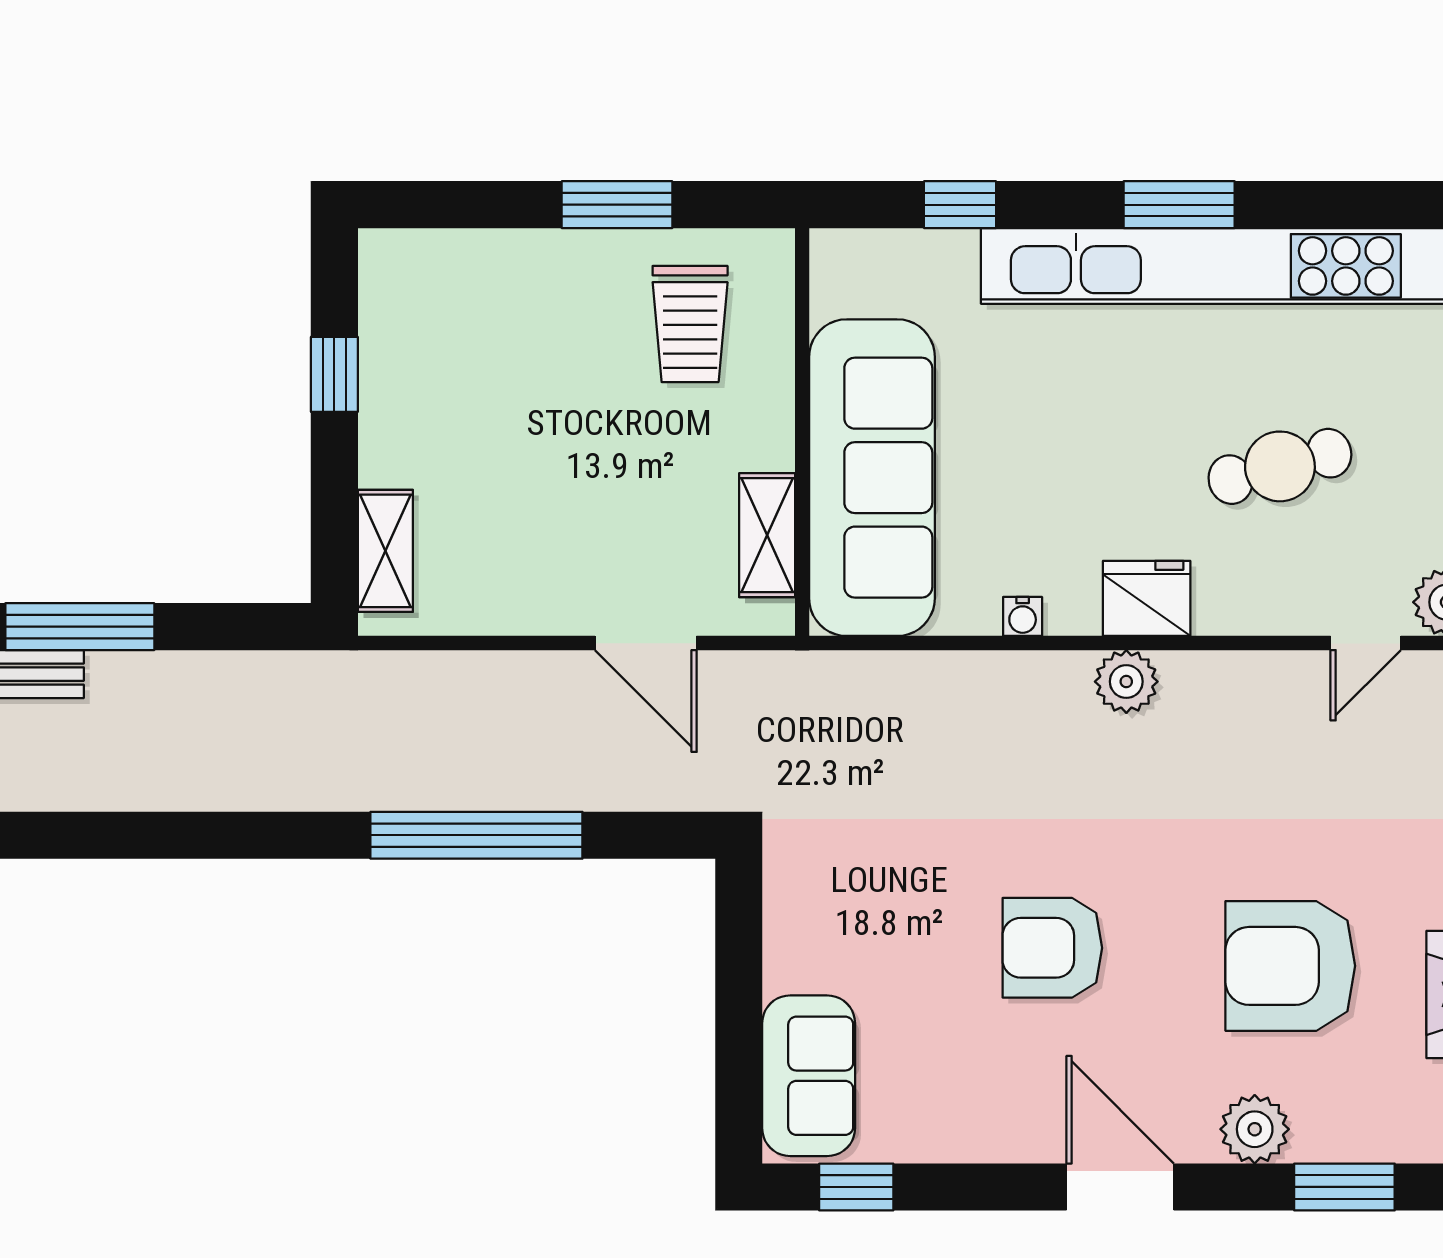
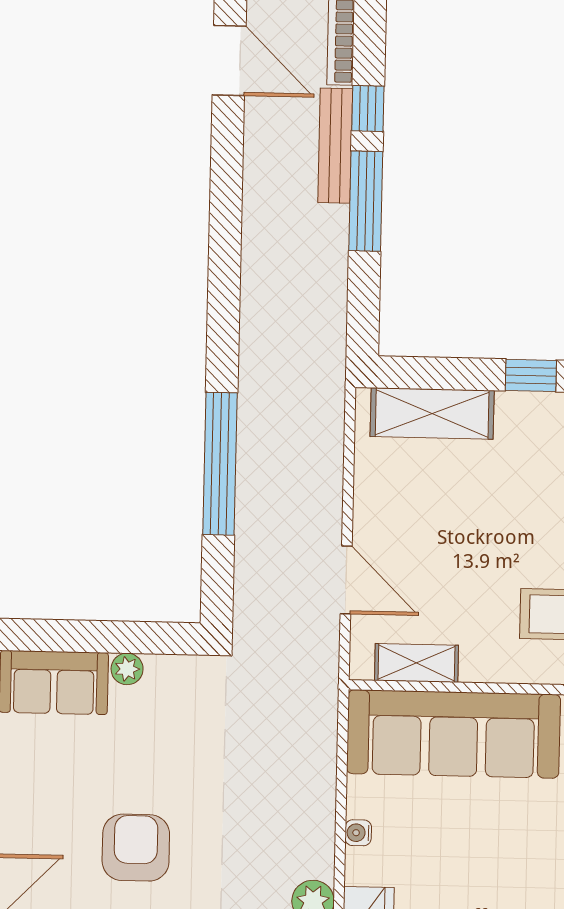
shelving: (385, 551) -> (432, 413), width x1.50, depth x1.33
door: (646, 643) -> (346, 580), swing flipped
plant: (786, 967) -> (127, 669), added

